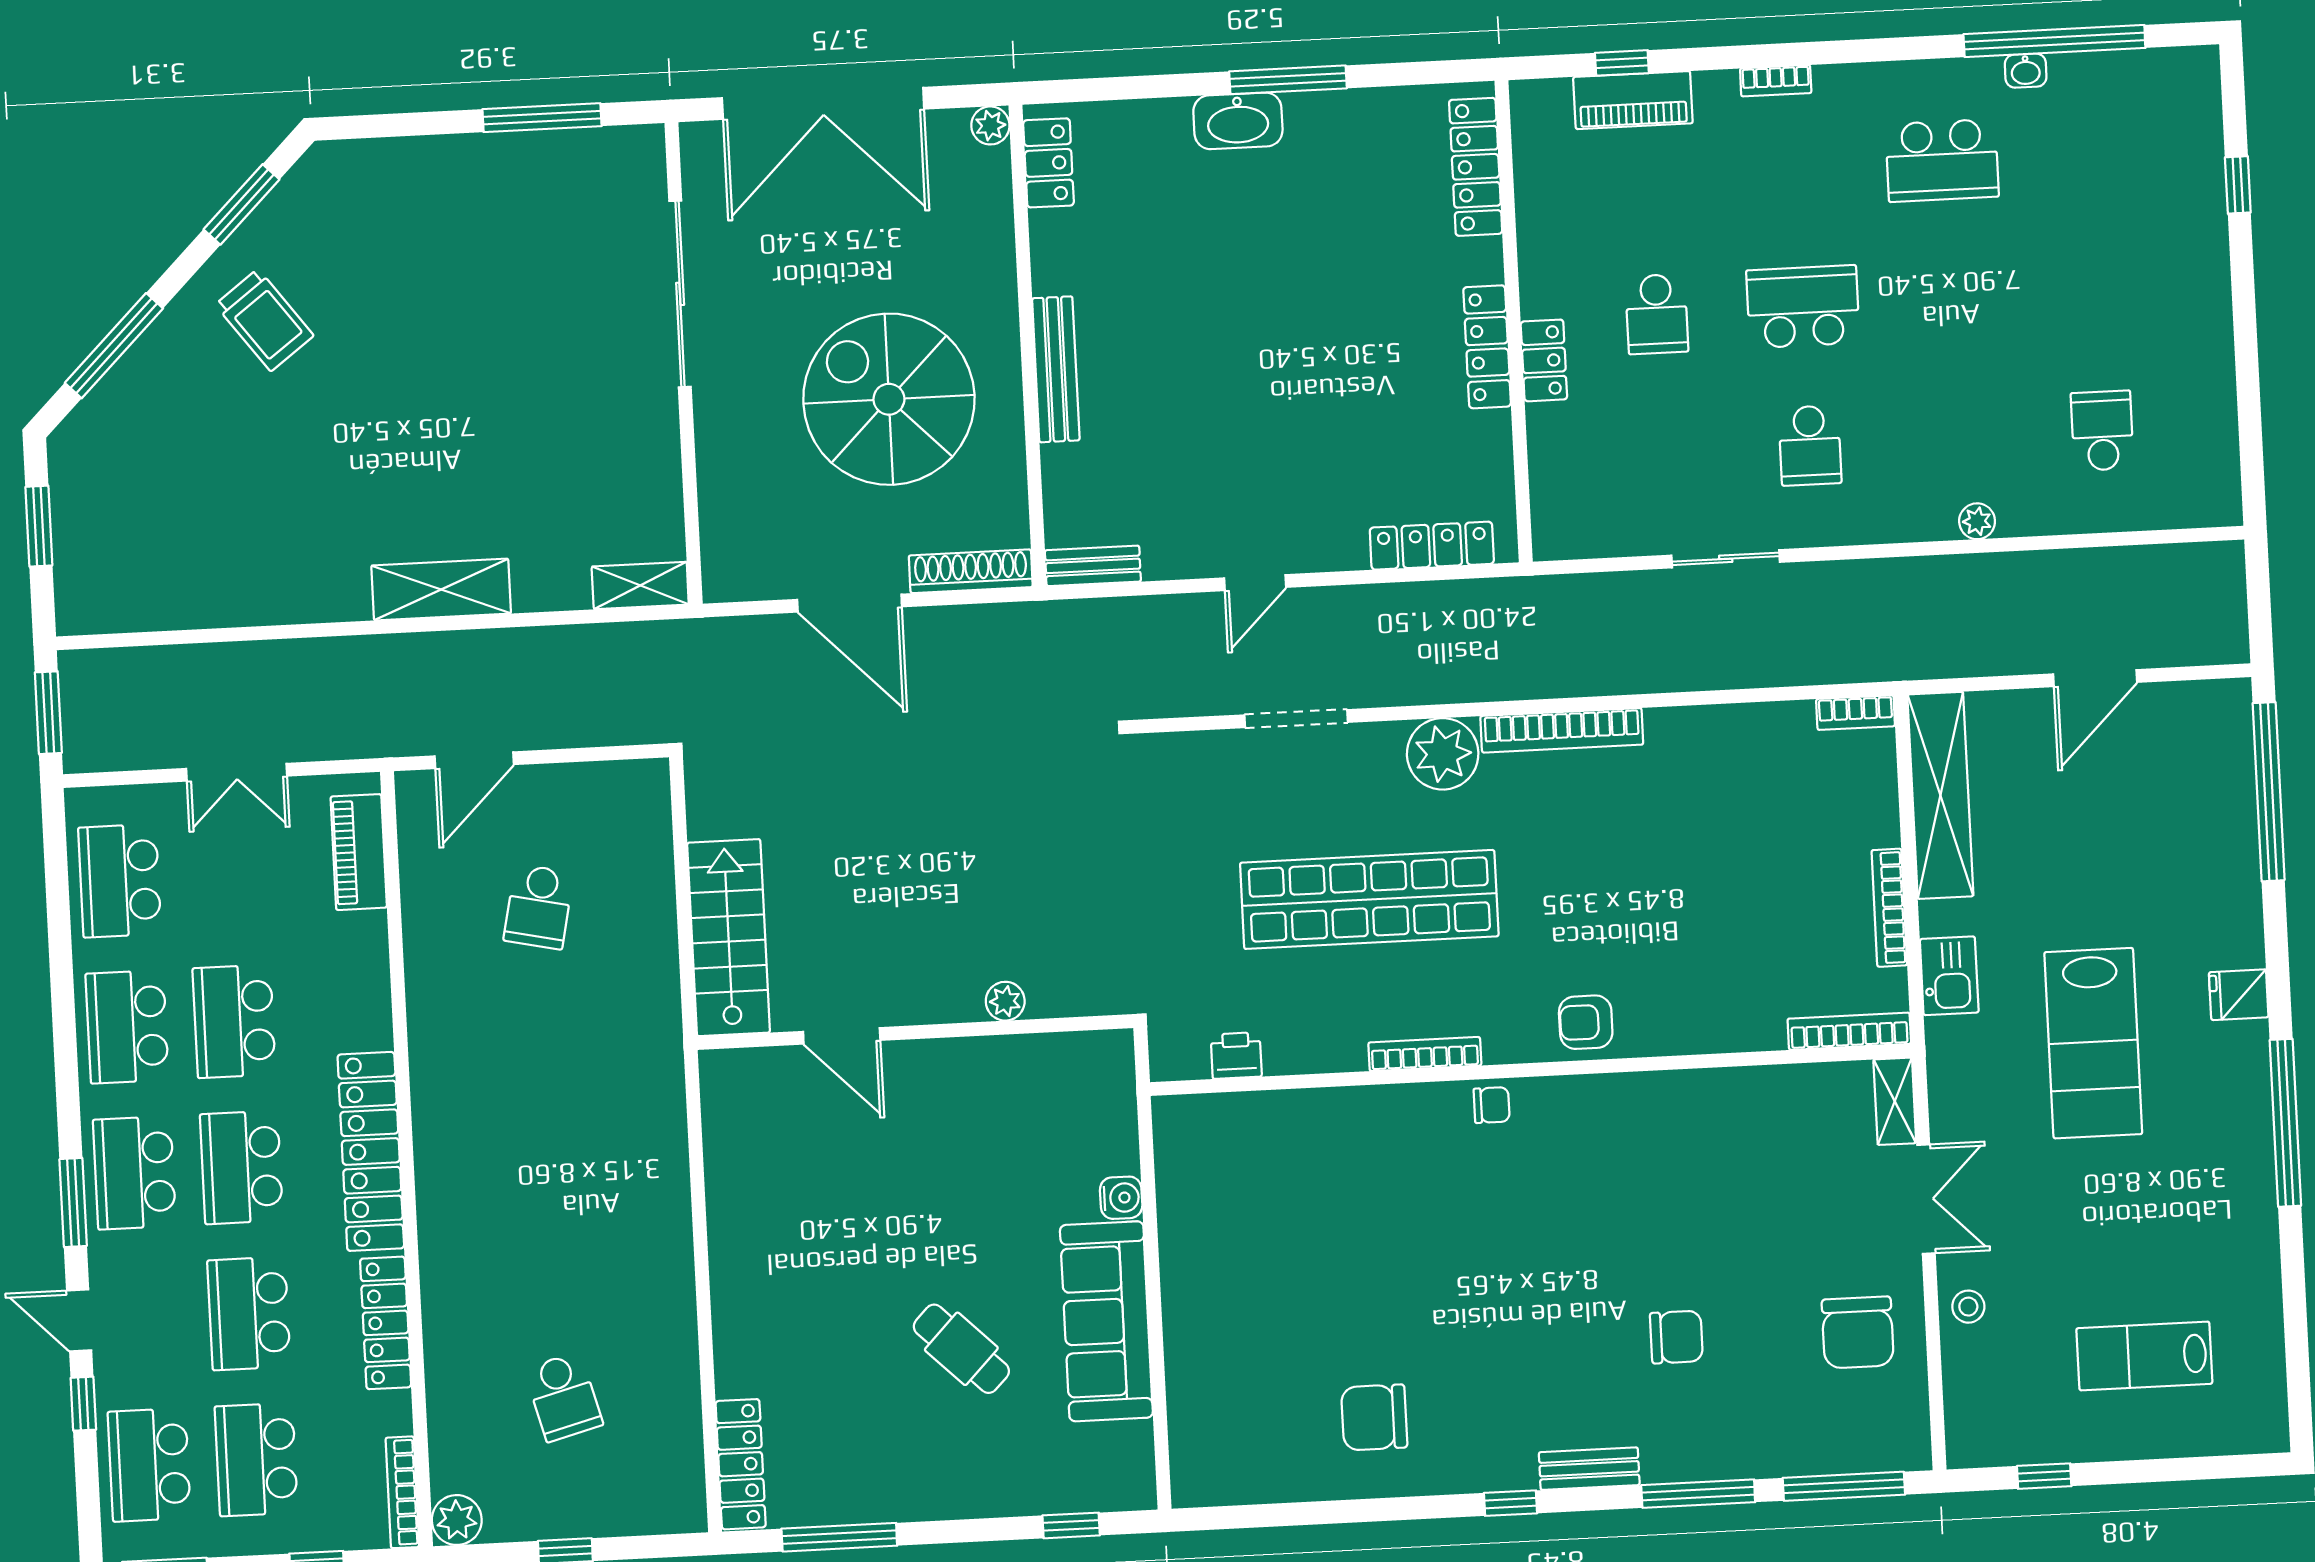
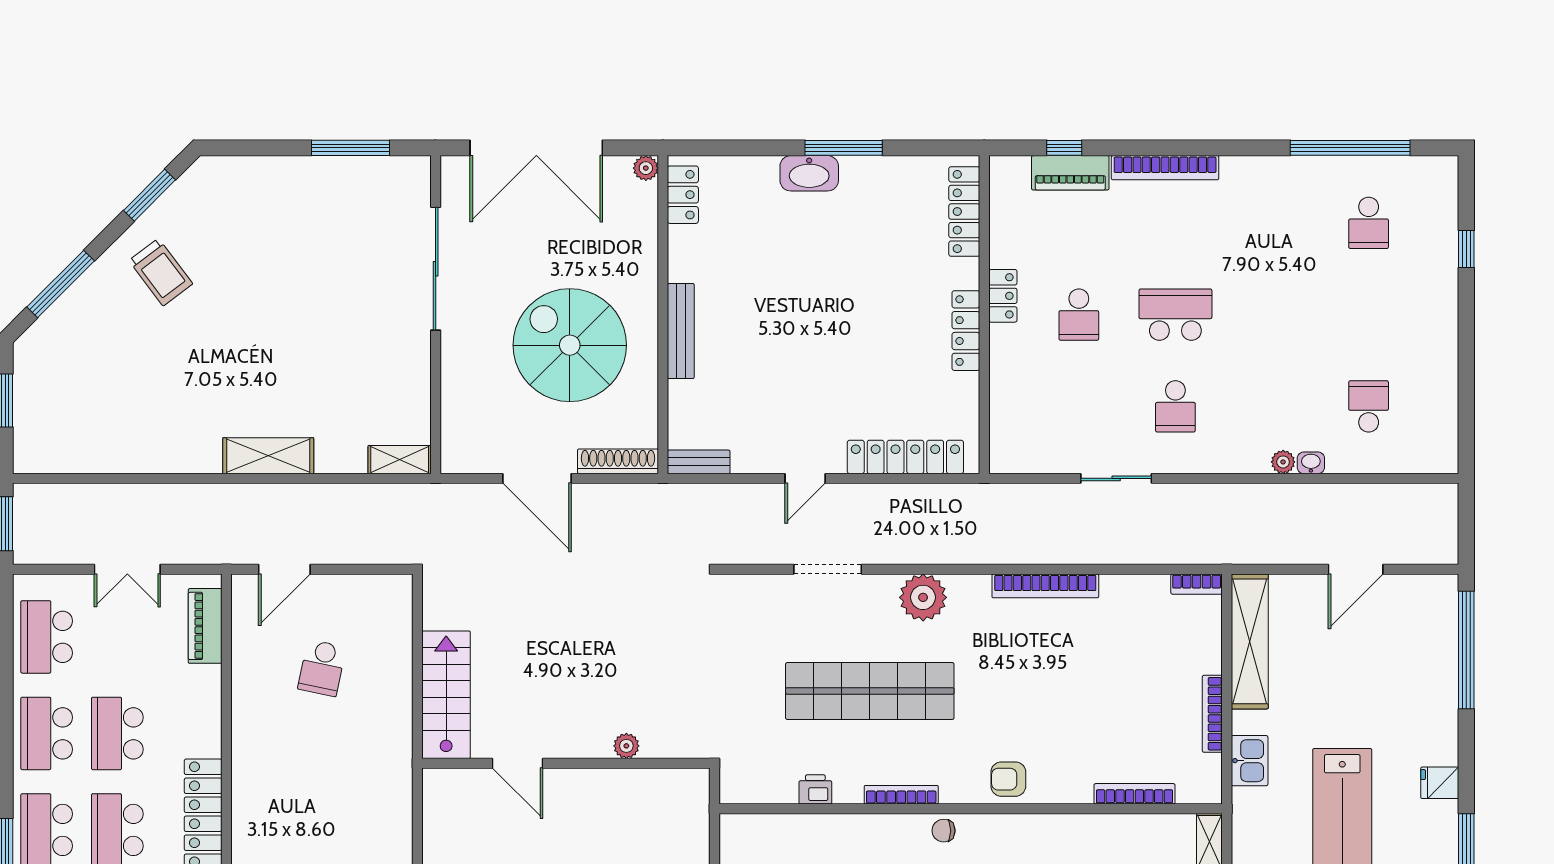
washbasin: (2026, 71) -> (1311, 463), moved, turned 180
bookcase: (1776, 81) -> (1165, 168), width x2.31, depth x1.31
school desk: (1942, 160) -> (1369, 223), moved, width x0.54
locker: (1544, 360) -> (1003, 296), moved
locker: (1432, 546) -> (905, 457), width x1.41, depth x1.21
bookcase: (1562, 730) -> (1045, 586), moved
bookcase: (1849, 1031) -> (1135, 794), moved
printer: (1236, 1056) -> (815, 789), moved
chair: (1492, 1105) -> (944, 831), turned 180

